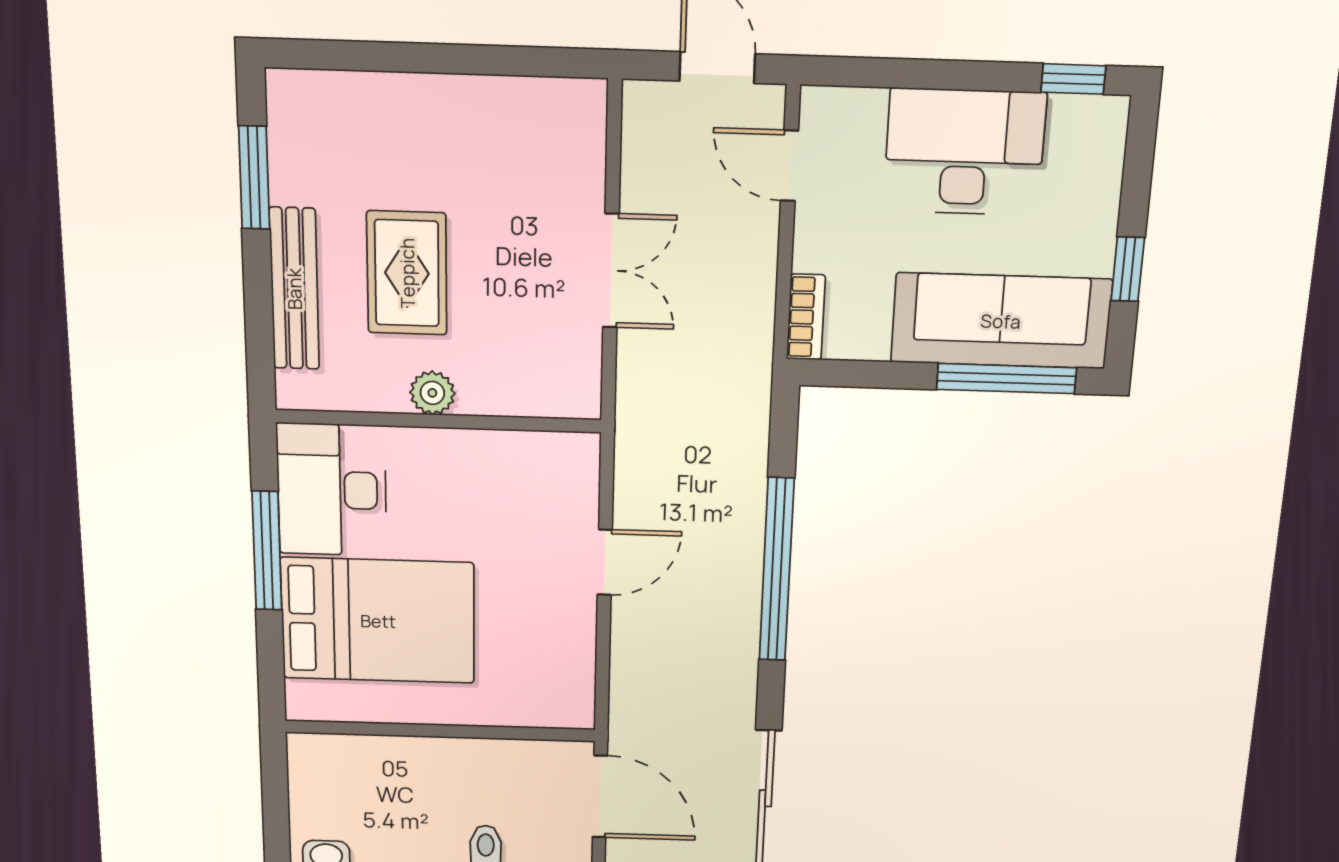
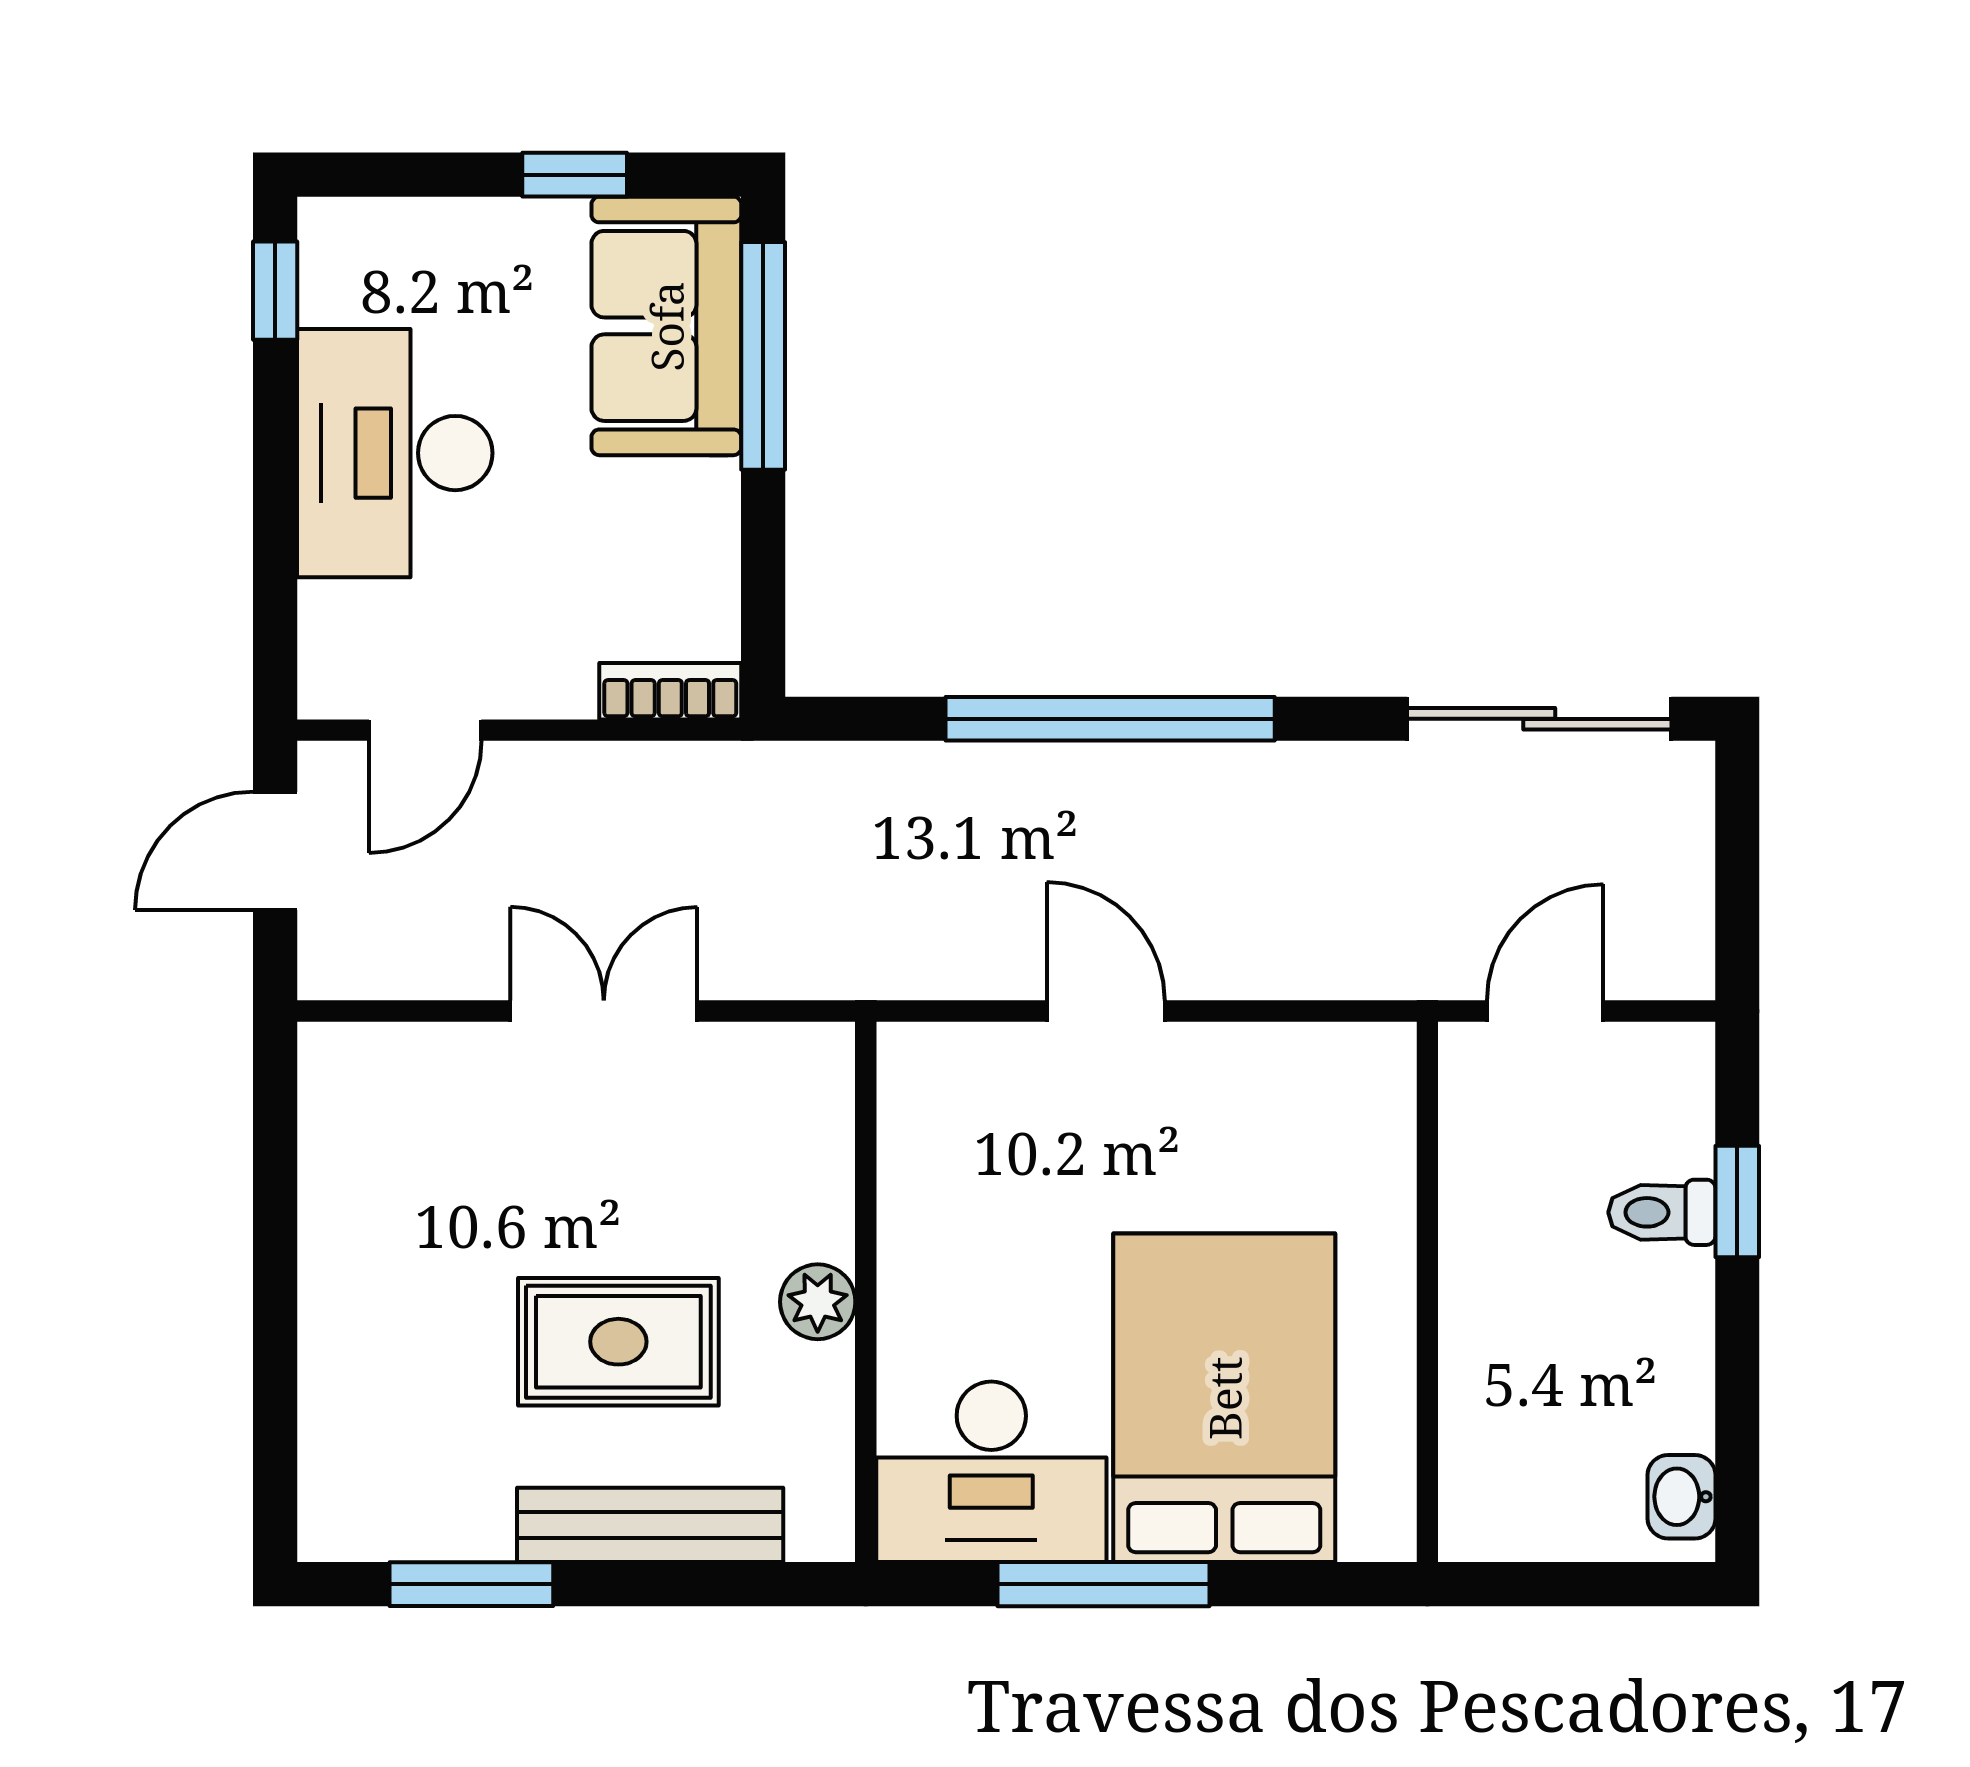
sofa: (1001, 321) -> (666, 326), width x0.73
door: (600, 797) -> (1545, 1011), width x0.73

